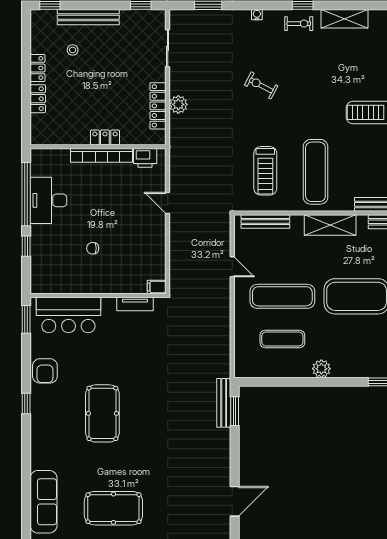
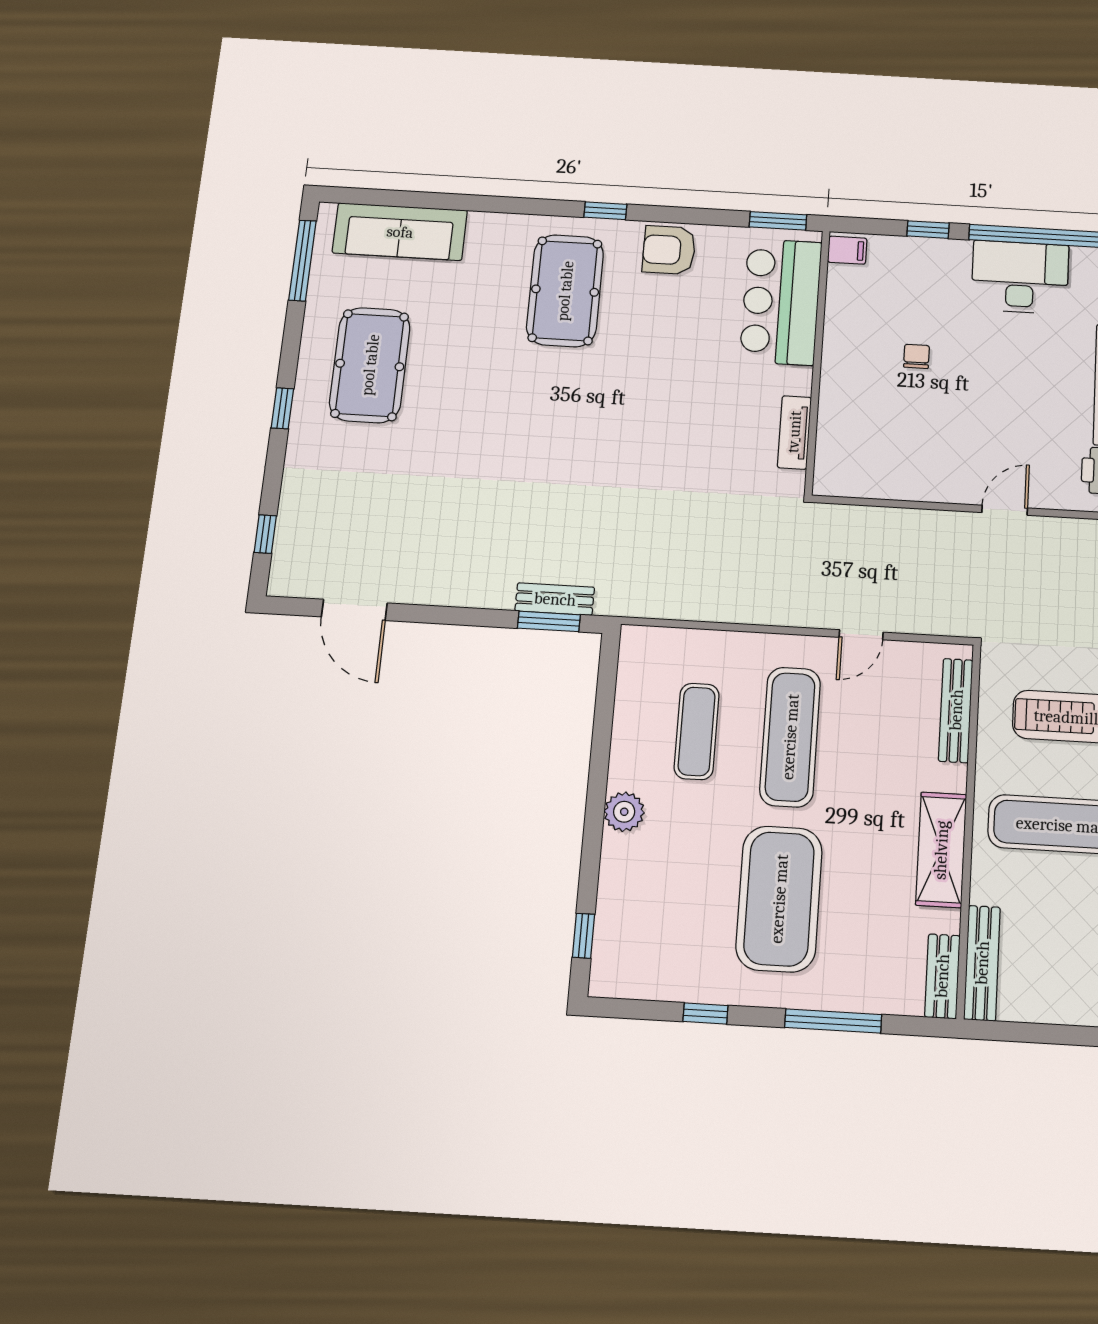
filing cabinet: (157, 287) -> (847, 250), moved, turned 90
bench: (224, 403) -> (555, 599), width x0.73
pool table: (102, 413) -> (565, 291), moved, turned 90

